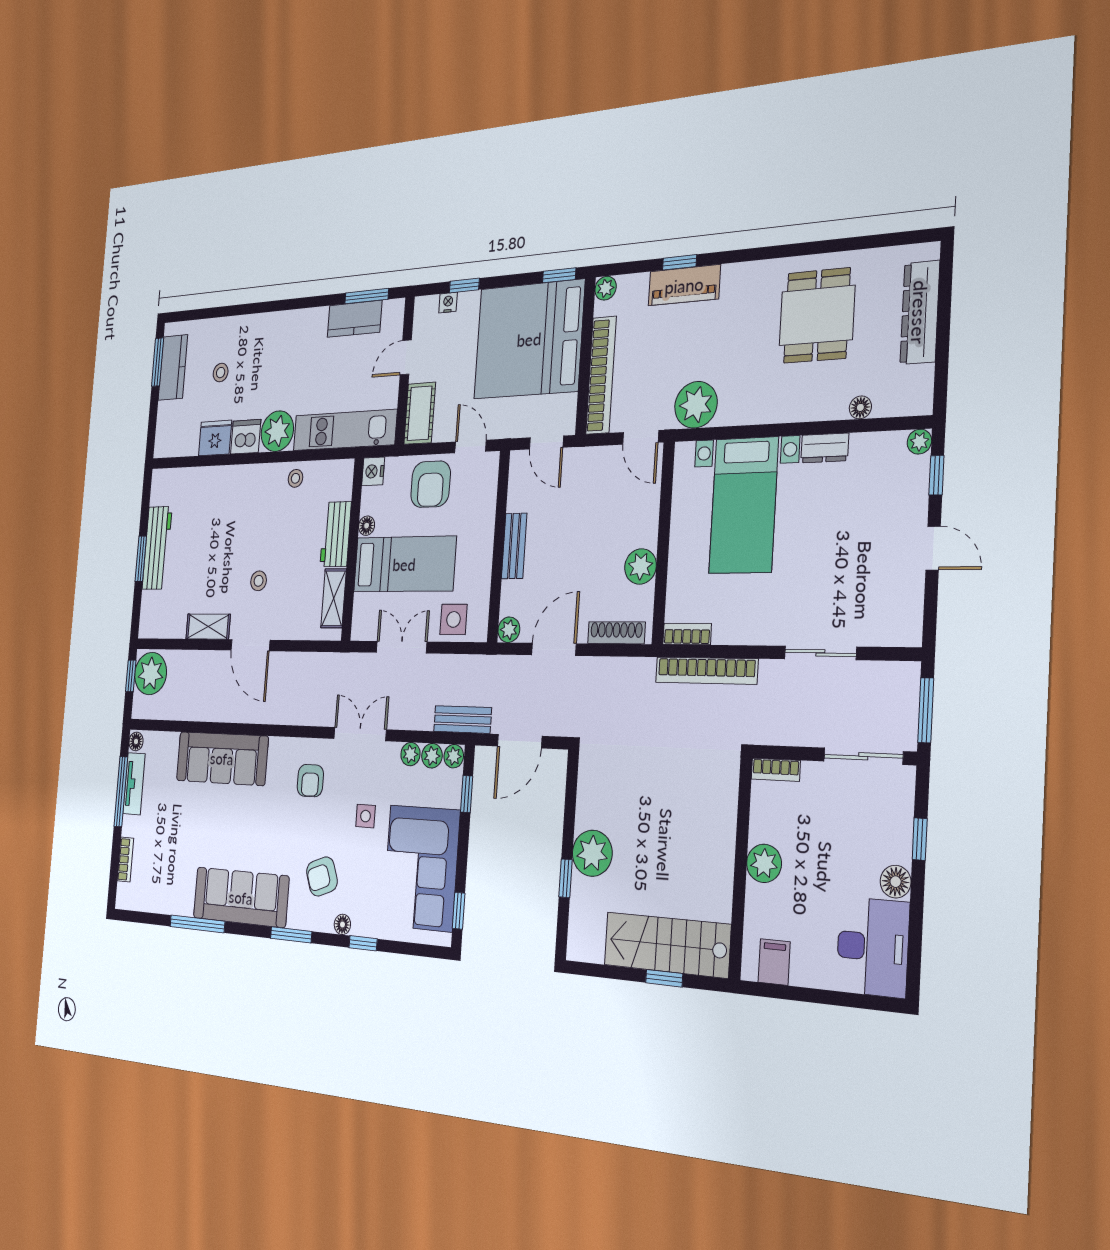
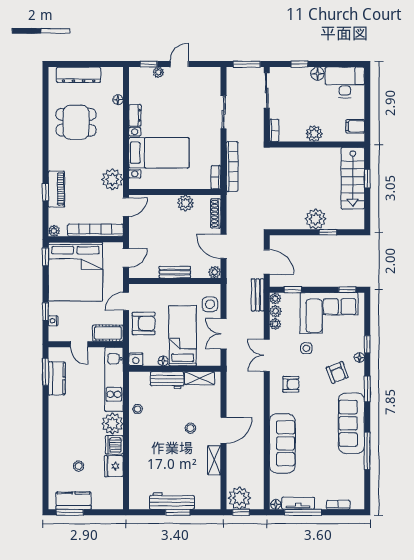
plant: (919, 442) -> (158, 72), moved

